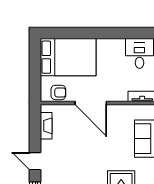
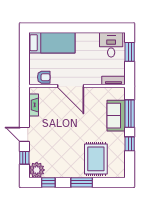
bed: (68, 57) -> (52, 43), width x0.67

